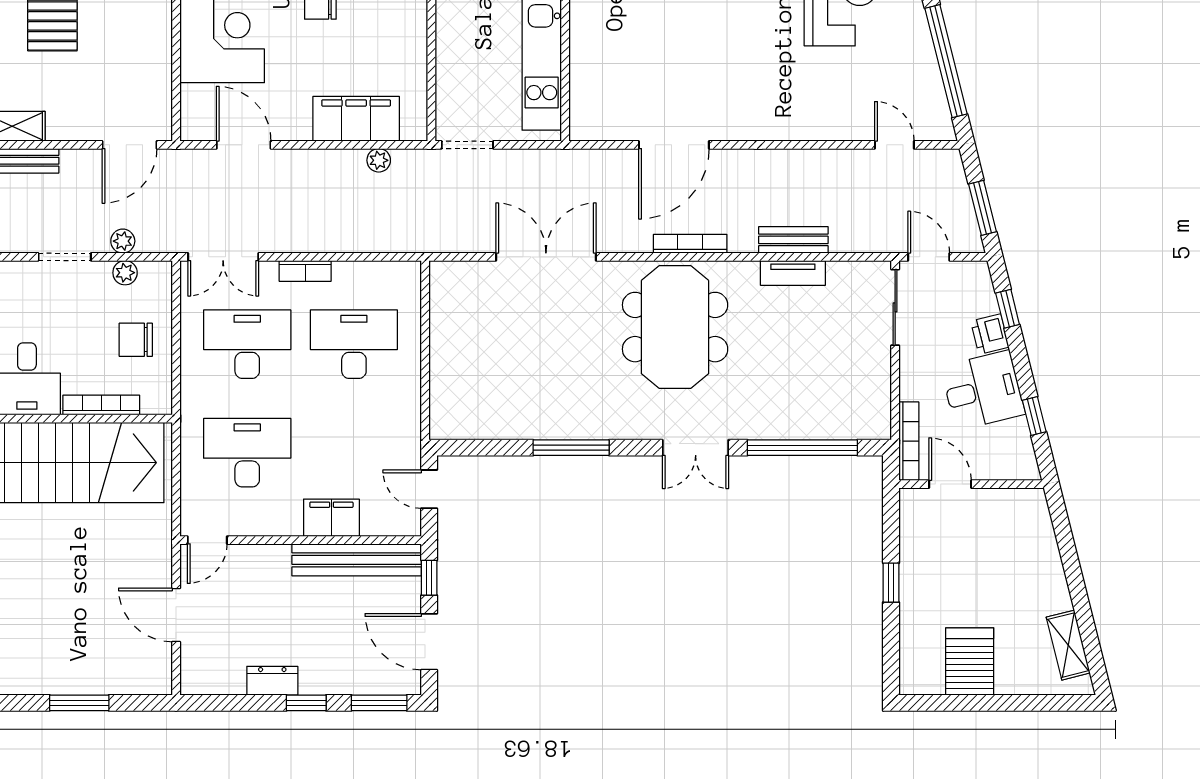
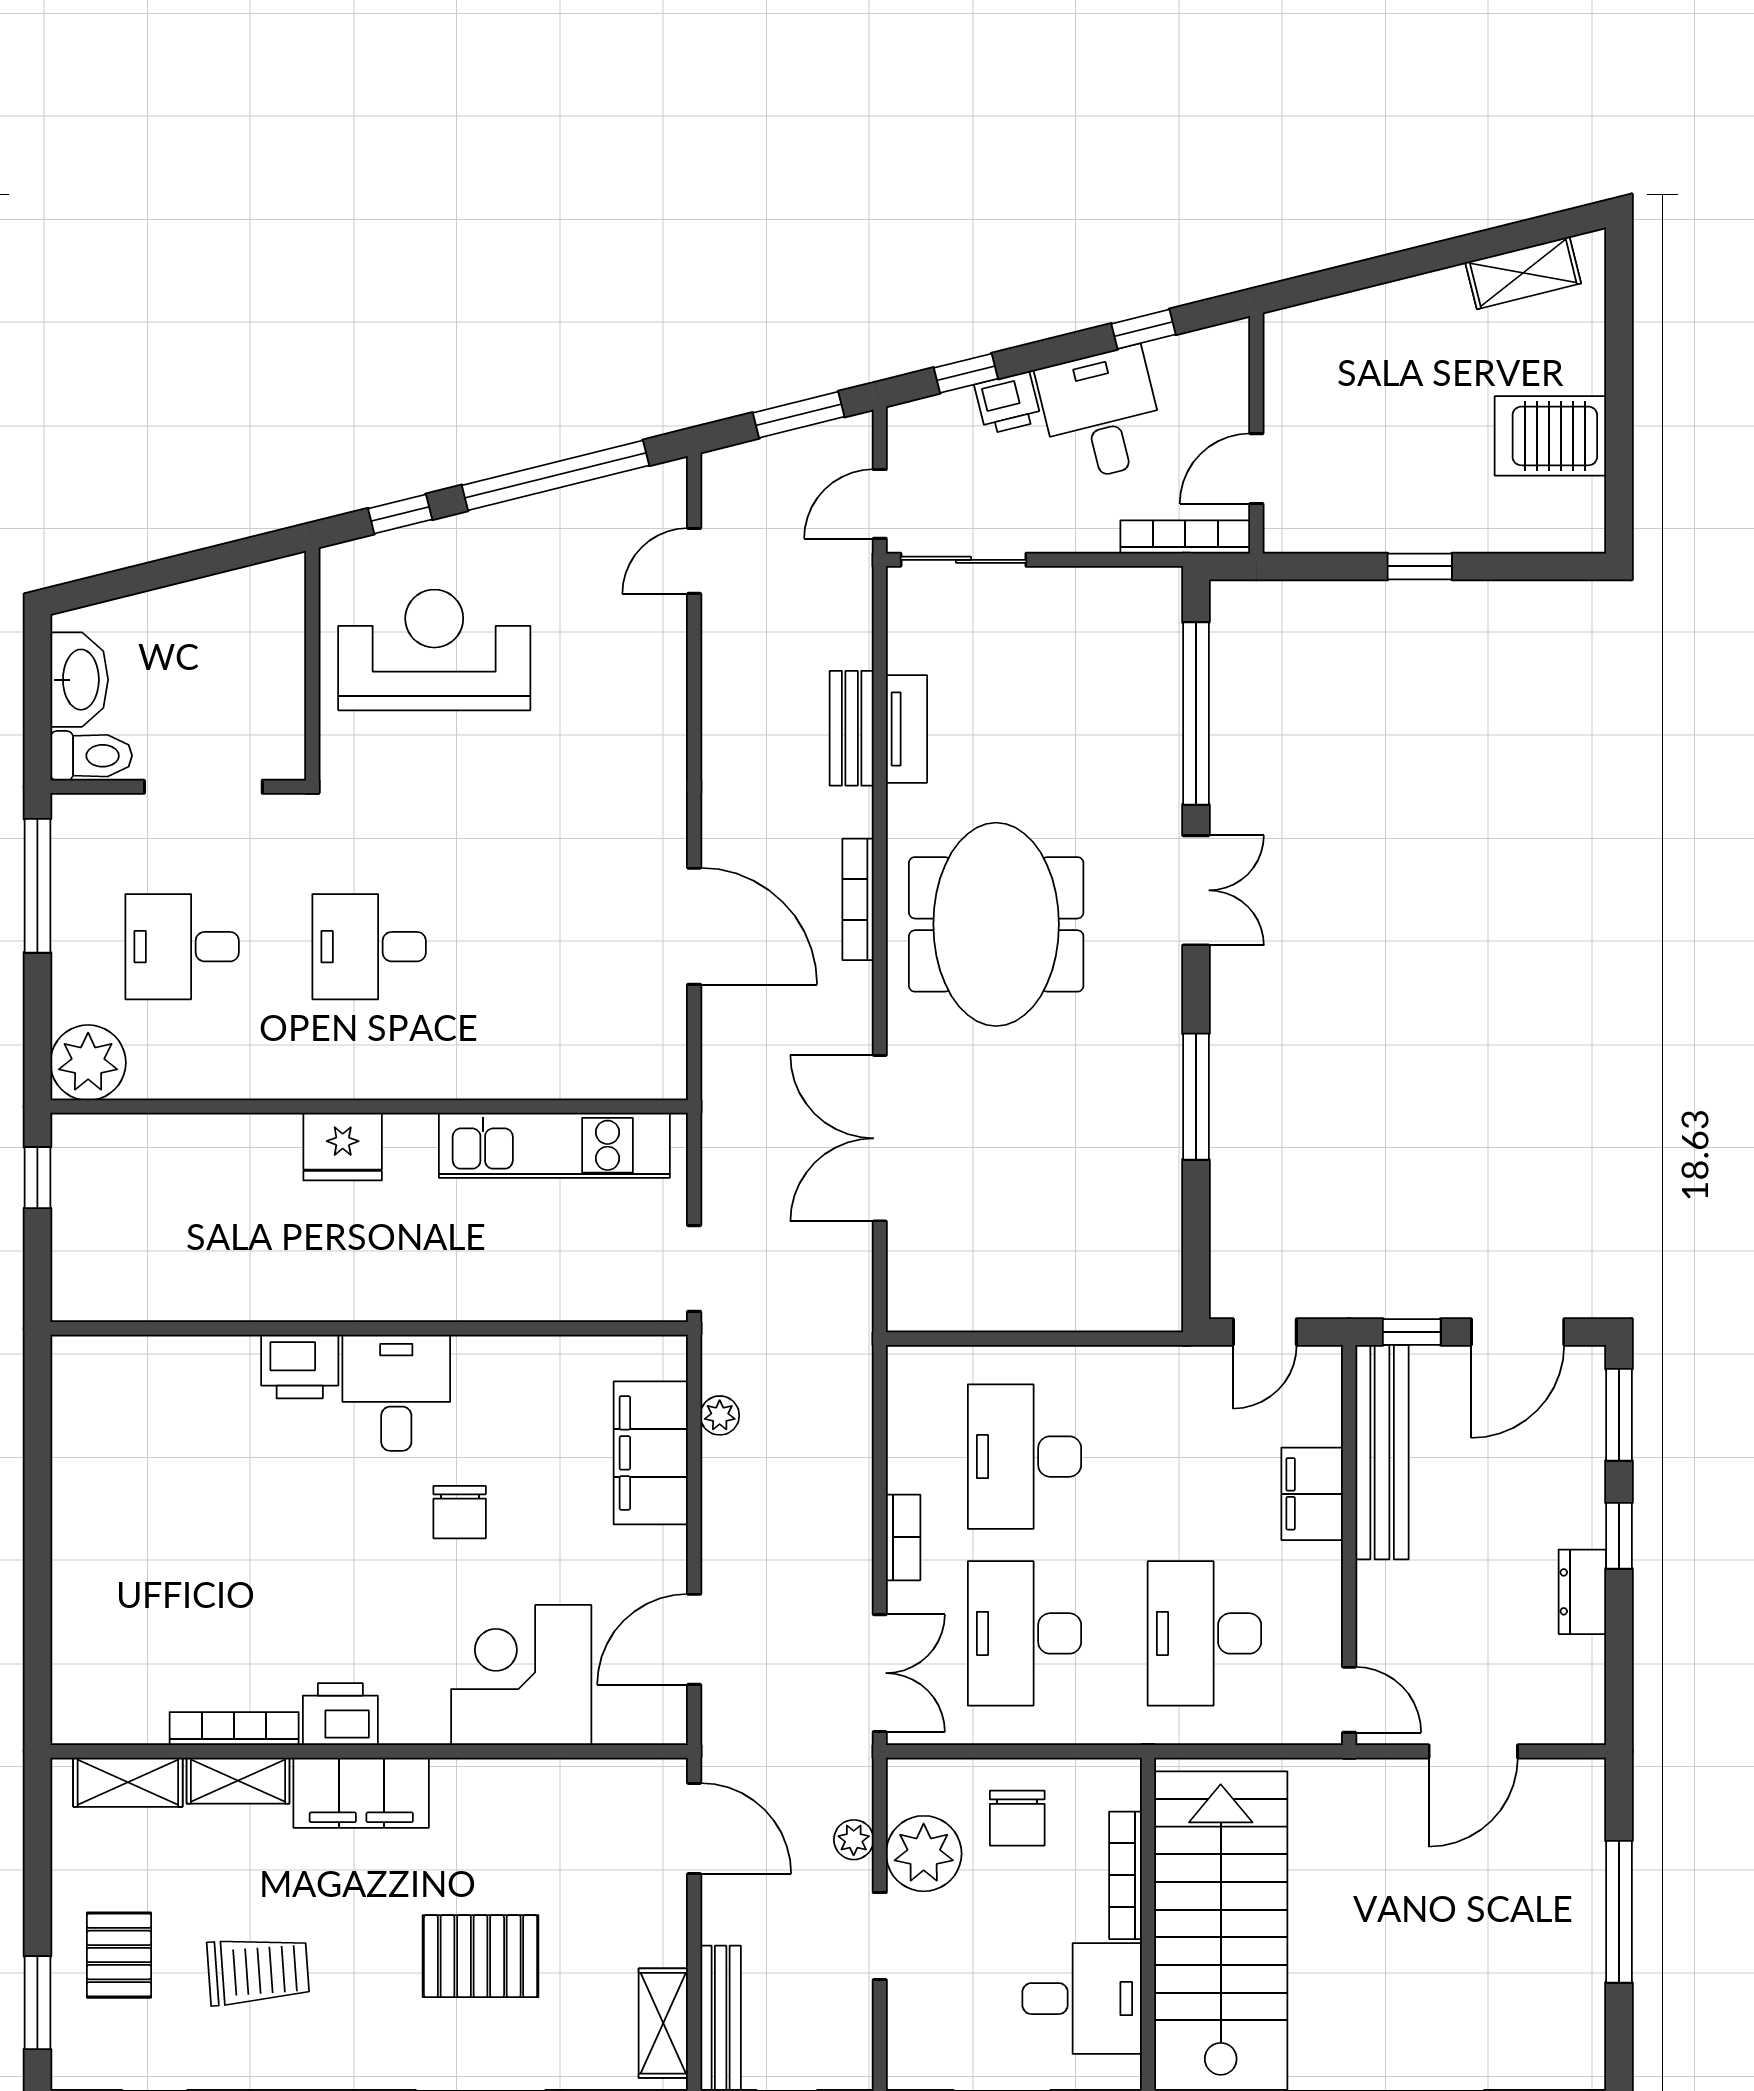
plant: (125, 273) -> (924, 1854), width x1.87, depth x1.87
meeting table: (675, 327) -> (996, 924), turned 90
window: (79, 703) -> (1619, 1912), width x1.44

